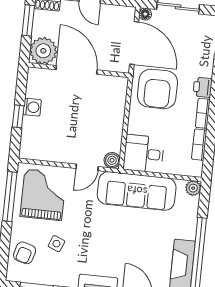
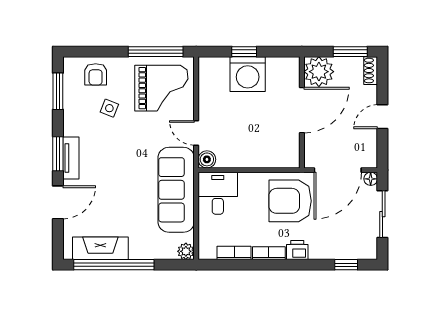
washing machine: (32, 107) -> (248, 74), width x1.89, depth x1.89
armchair: (25, 253) -> (96, 74), turned -106

